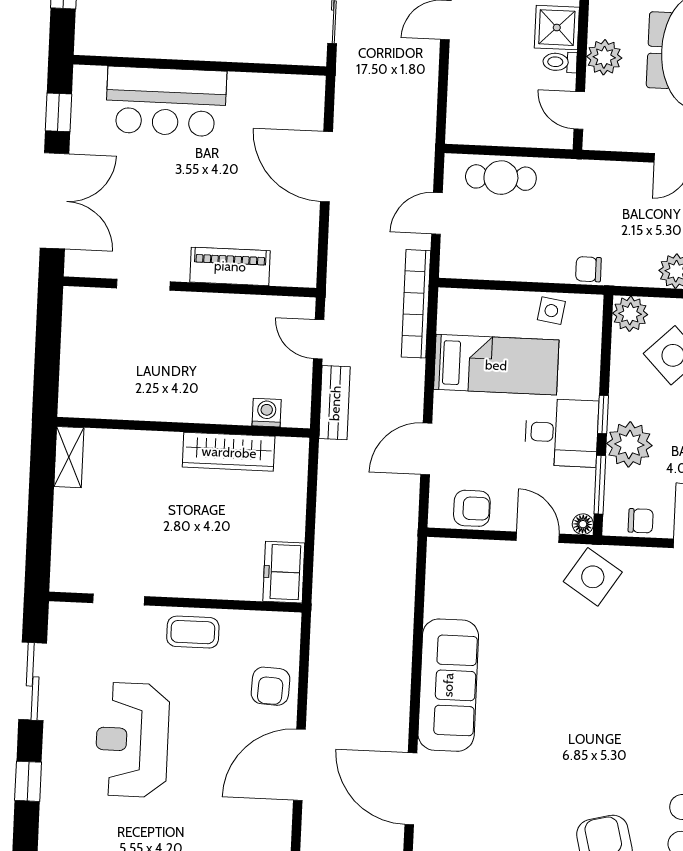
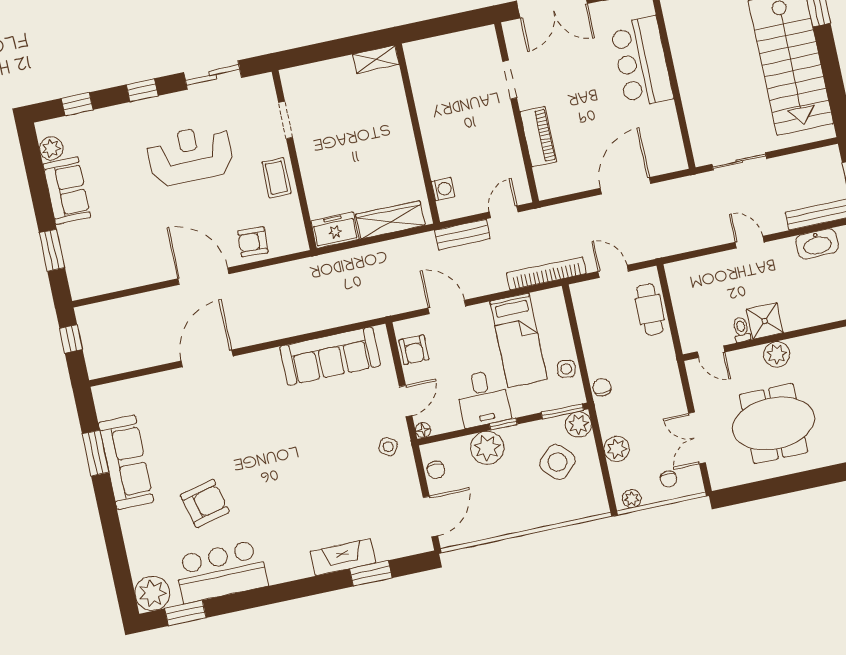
plant: (604, 57) -> (777, 354), moved
door: (579, 110) -> (711, 352), swing flipped
wardrobe: (229, 452) -> (390, 220), moved, turned 90
window: (600, 485) -> (562, 411), moved
side table: (593, 577) -> (388, 447), width x0.54, depth x0.54
sofa: (448, 685) -> (330, 356), moved

